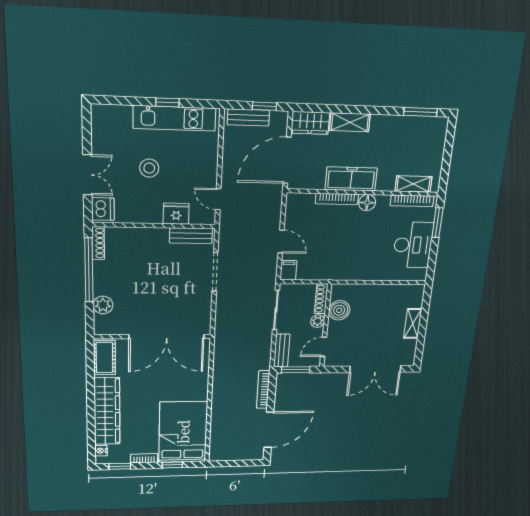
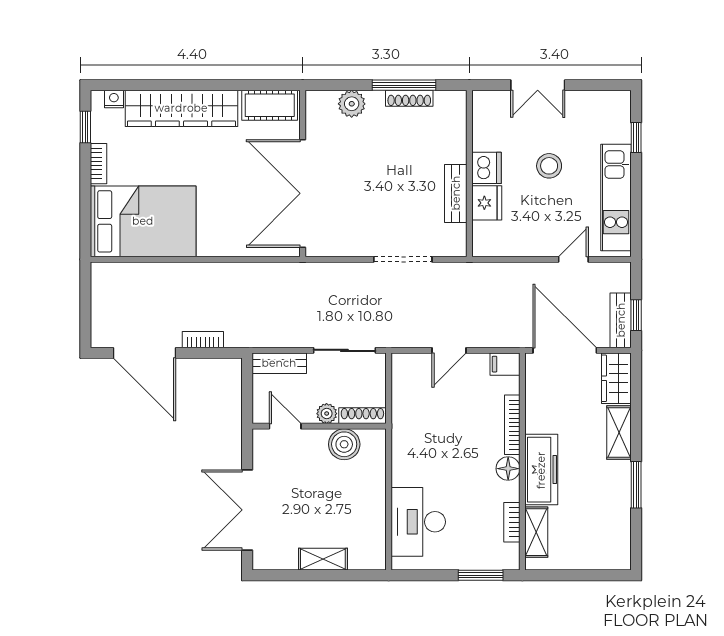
window: (167, 102) -> (636, 138), moved
window: (420, 112) -> (636, 485), moved
bench: (248, 117) -> (621, 320), moved
freezer: (351, 179) -> (541, 470), moved
door: (218, 199) -> (573, 259), moved
bookcase: (412, 201) -> (512, 522), width x0.64
dishwasher: (103, 209) -> (487, 168), moved, turned -90
bench: (191, 236) -> (456, 193), moved
shoe rack: (98, 243) -> (409, 98), moved
desk: (413, 245) -> (418, 522), moved, turned 90
window: (89, 270) -> (404, 85), width x0.68
filing cabinet: (288, 270) -> (505, 364), moved, turned 180
window: (296, 370) -> (247, 387), removed
bookcase: (263, 390) -> (203, 340), width x0.64
window: (172, 465) -> (85, 207), removed

